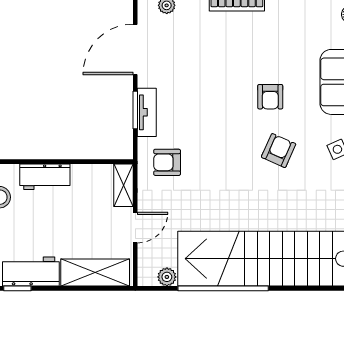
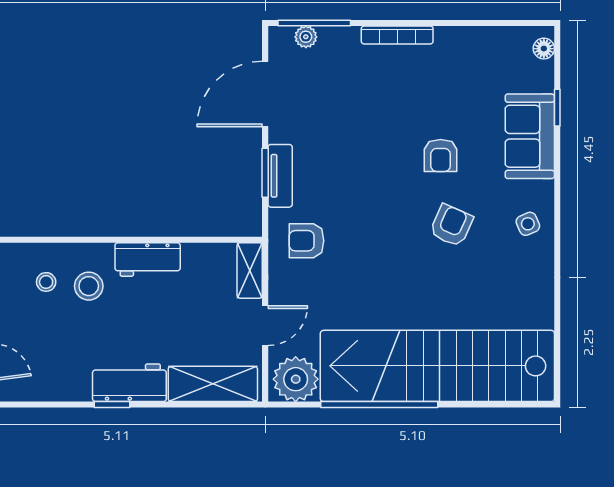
plant: (167, 277) -> (296, 379), width x1.88, depth x1.88

